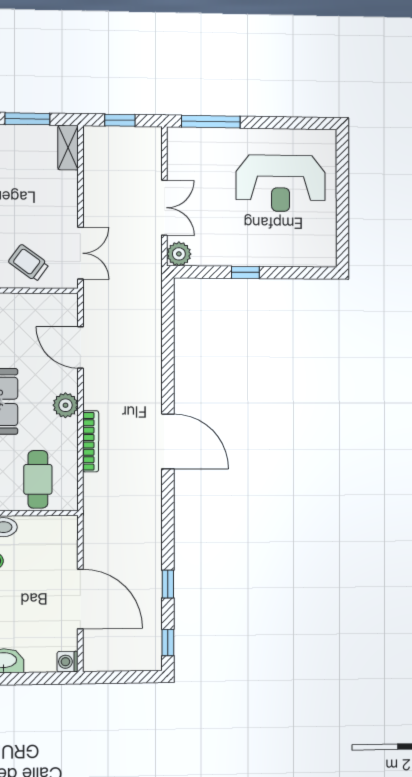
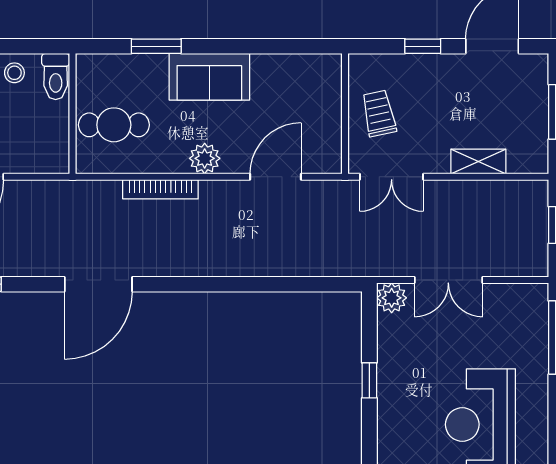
shelving: (68, 148) -> (478, 161), moved
trolley: (29, 263) -> (379, 113), turned -48
door: (168, 441) -> (98, 284), moved

